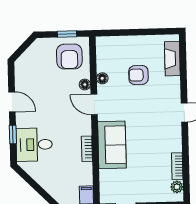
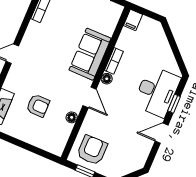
floor lamp: (85, 85) -> (107, 79), moved
door: (12, 102) -> (162, 133), hinge flipped
desk: (34, 145) -> (157, 92), width x1.37

